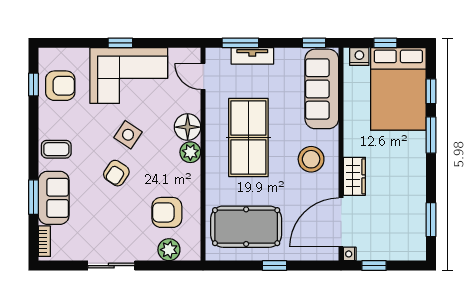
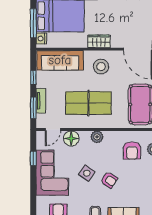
window: (120, 43) -> (33, 158), moved
window: (314, 43) -> (33, 77), moved
window: (385, 43) -> (33, 23), width x2.17
floor lamp: (188, 127) -> (71, 138), moved
wardrobe: (354, 176) -> (99, 41), moved

